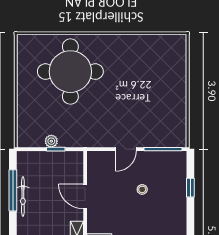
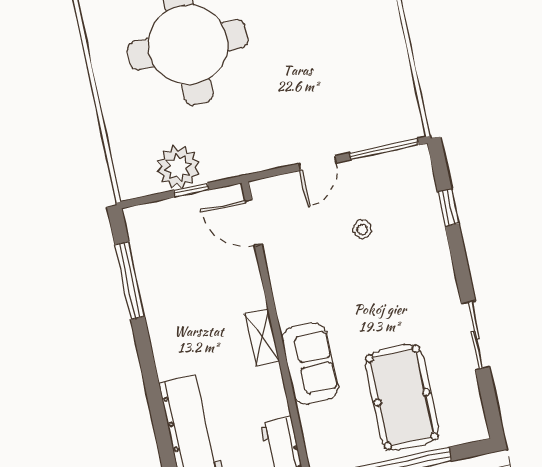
plant: (51, 141) -> (178, 167), width x1.88, depth x1.88
bicycle: (23, 196) -> (150, 288), removed
door: (85, 197) -> (253, 222), moved

